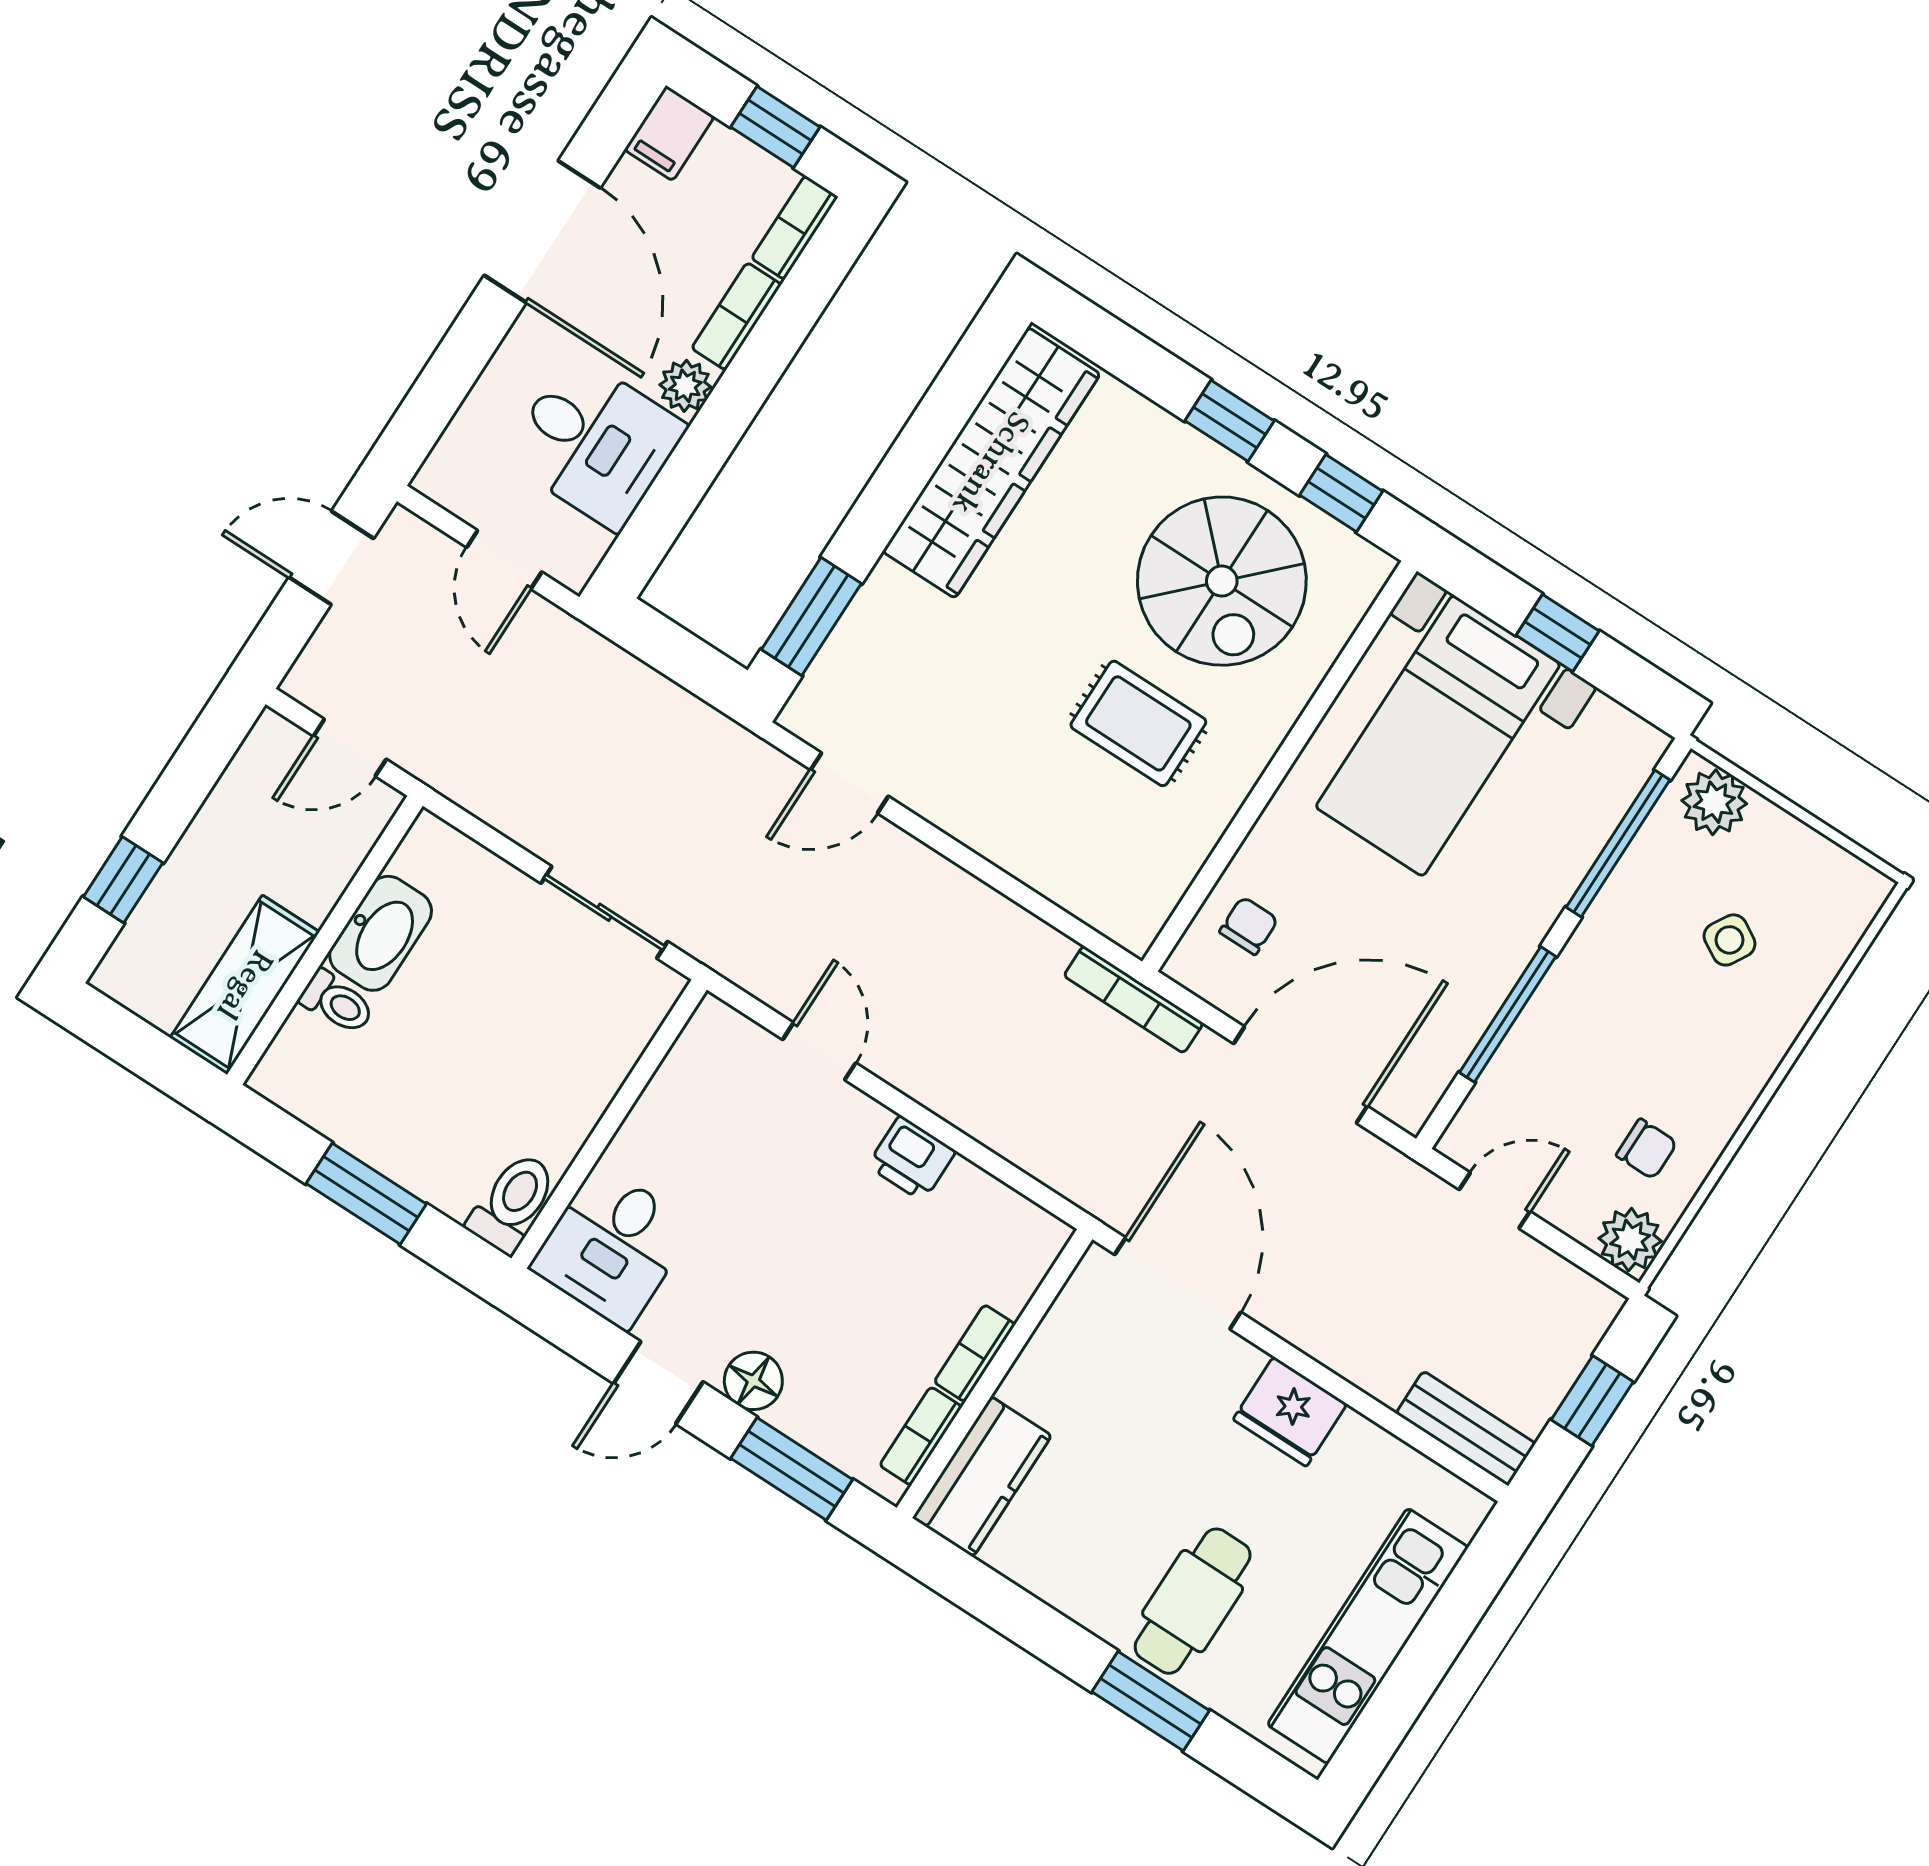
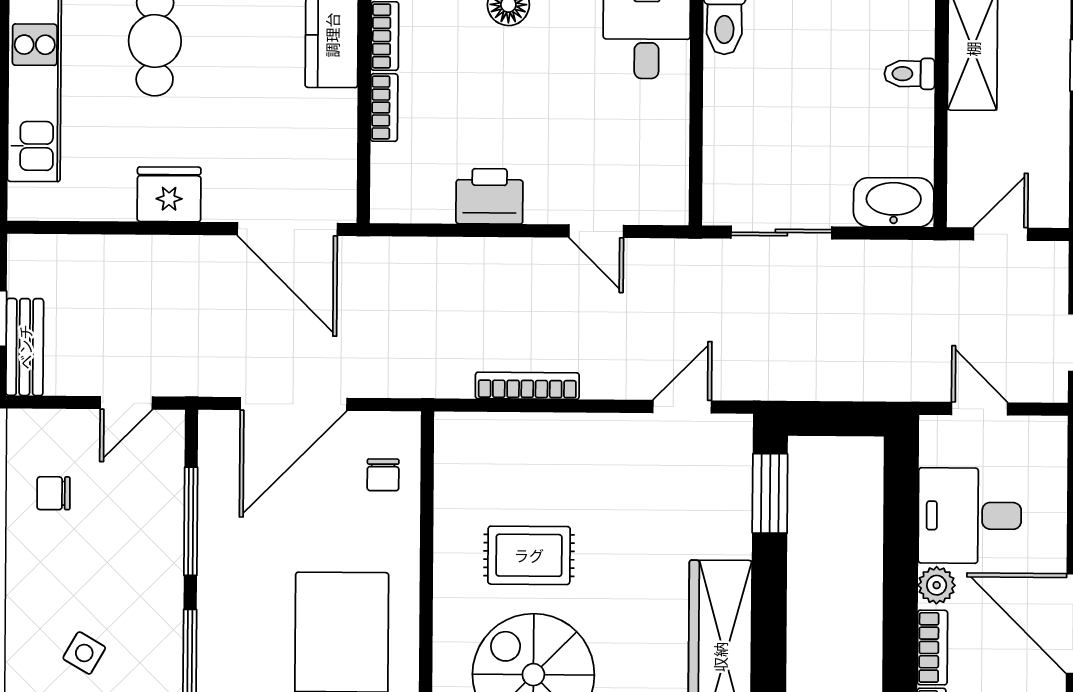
washbasin: (381, 933) -> (894, 202), moved, turned 90
bookcase: (1134, 999) -> (527, 386), moved
printer: (911, 1158) -> (489, 196), width x1.36, depth x1.24
plant: (1630, 1240) -> (28, 431), removed
bench: (1466, 1428) -> (25, 347), moved, turned 90

